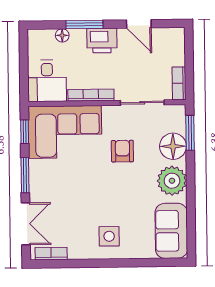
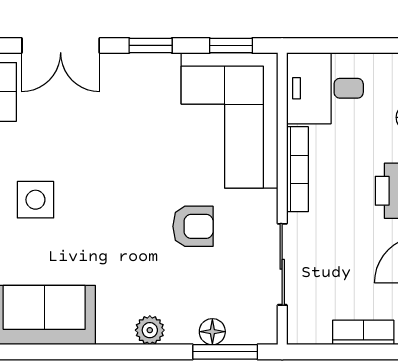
bookcase: (179, 83) -> (363, 332), moved
floor lamp: (173, 146) -> (212, 332), width x0.53, depth x0.53
window: (25, 175) -> (151, 45), width x0.67
plant: (172, 181) -> (150, 330), width x0.53, depth x0.53

